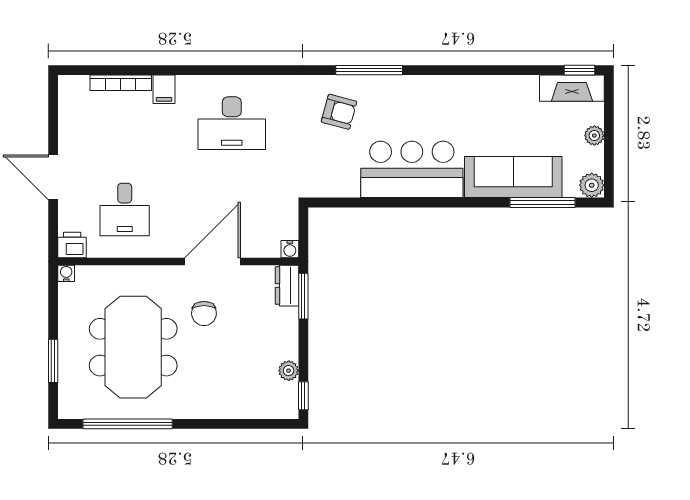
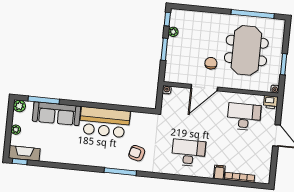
desk: (125, 210) -> (244, 117), width x1.37
dresser: (287, 286) -> (170, 73), removed
window: (303, 296) -> (164, 49), moved
window: (53, 361) -> (284, 64), moved

